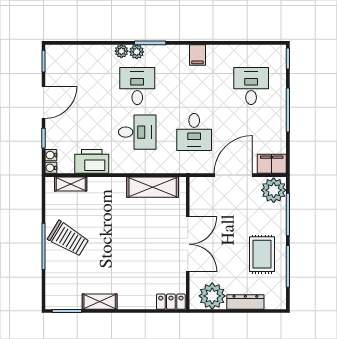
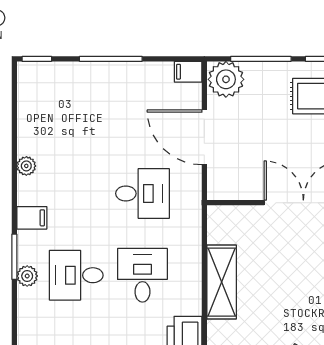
plant: (121, 51) -> (26, 166), moved
filing cabinet: (197, 55) -> (32, 218), moved
desk: (251, 86) -> (76, 112), removed
filing cabinet: (272, 164) -> (188, 72), width x0.50
shelving: (153, 187) -> (222, 282), moved

